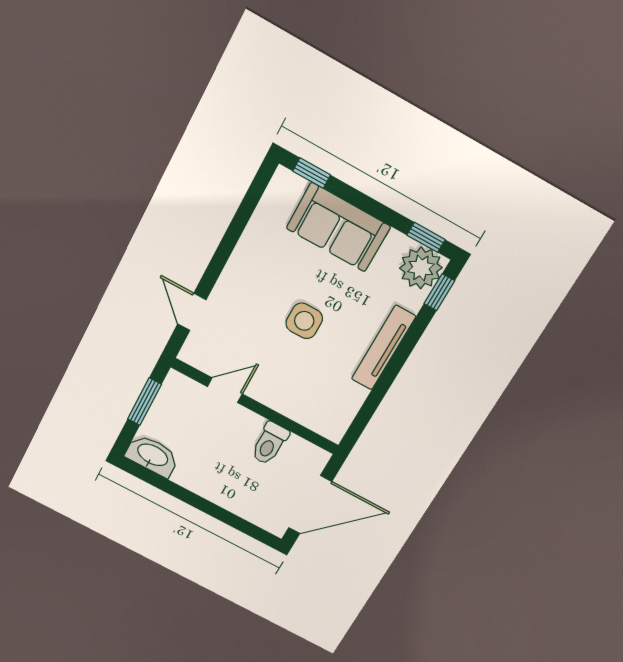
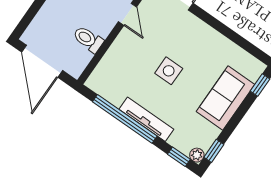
plant: (421, 268) -> (197, 155), width x0.53, depth x0.53
window: (386, 380) -> (125, 119), added

